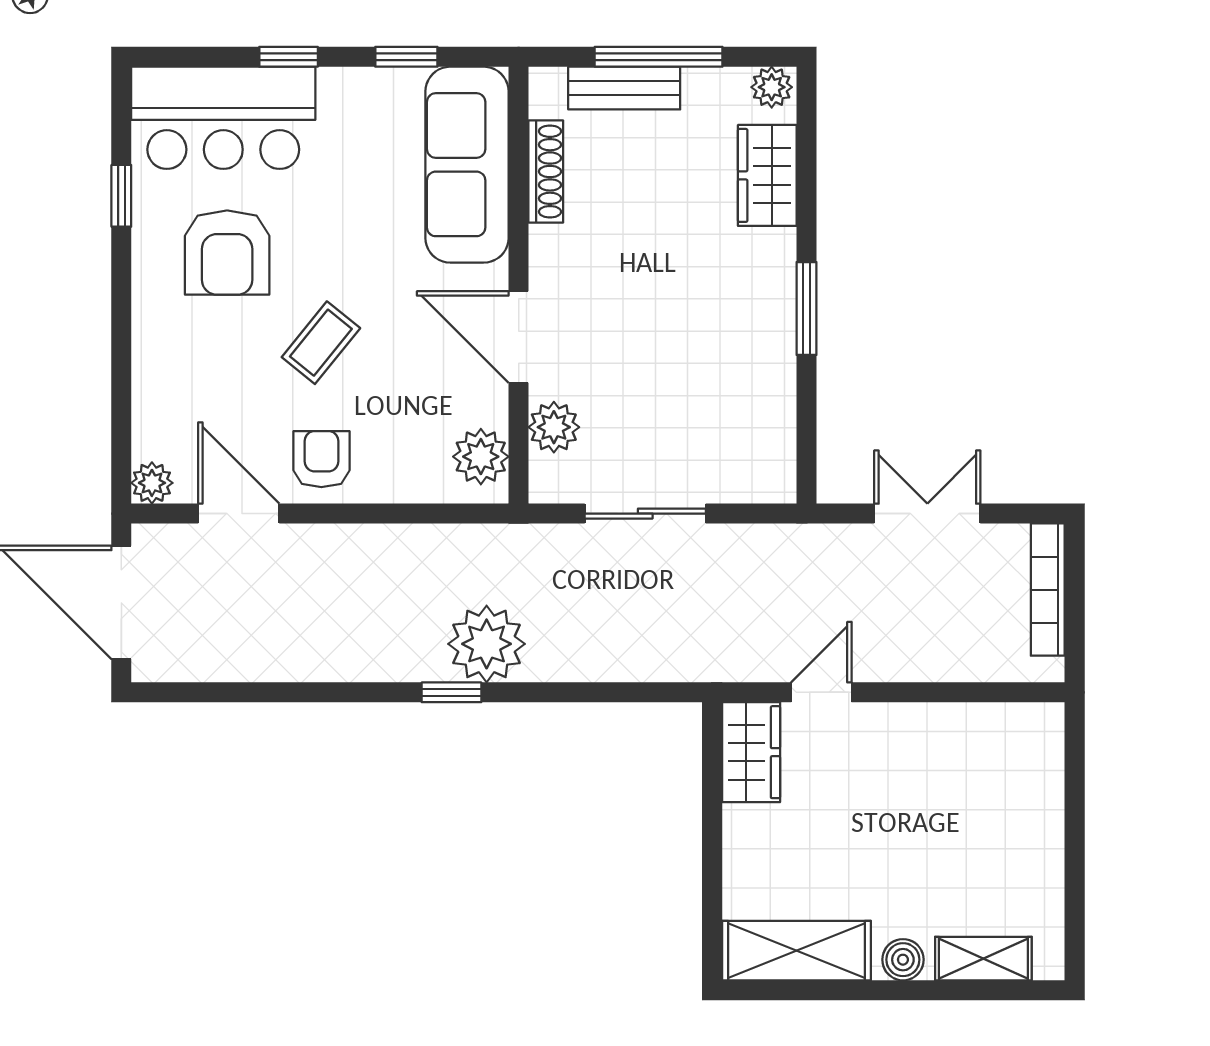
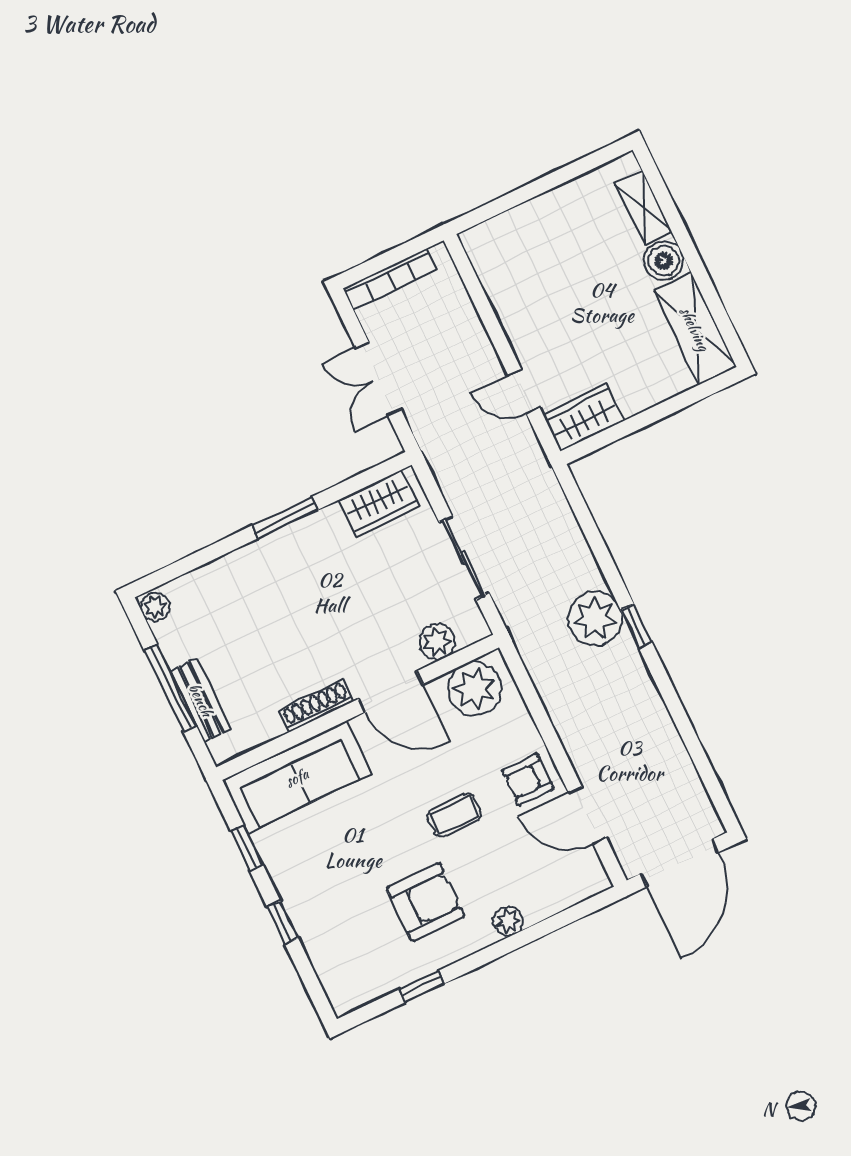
bar counter: (223, 118) -> (341, 945), removed
shoe rack: (546, 171) -> (316, 706), moved
wardrobe: (767, 175) -> (379, 503), moved
door: (519, 337) -> (391, 692), hinge flipped
coffee table: (321, 343) -> (454, 815), turned -39
plant: (481, 457) -> (475, 689), width x1.36, depth x1.36
plant: (152, 483) -> (508, 921), moved
door: (239, 514) -> (588, 815), hinge flipped
boiler: (903, 960) -> (664, 261), width x1.36, depth x1.36

